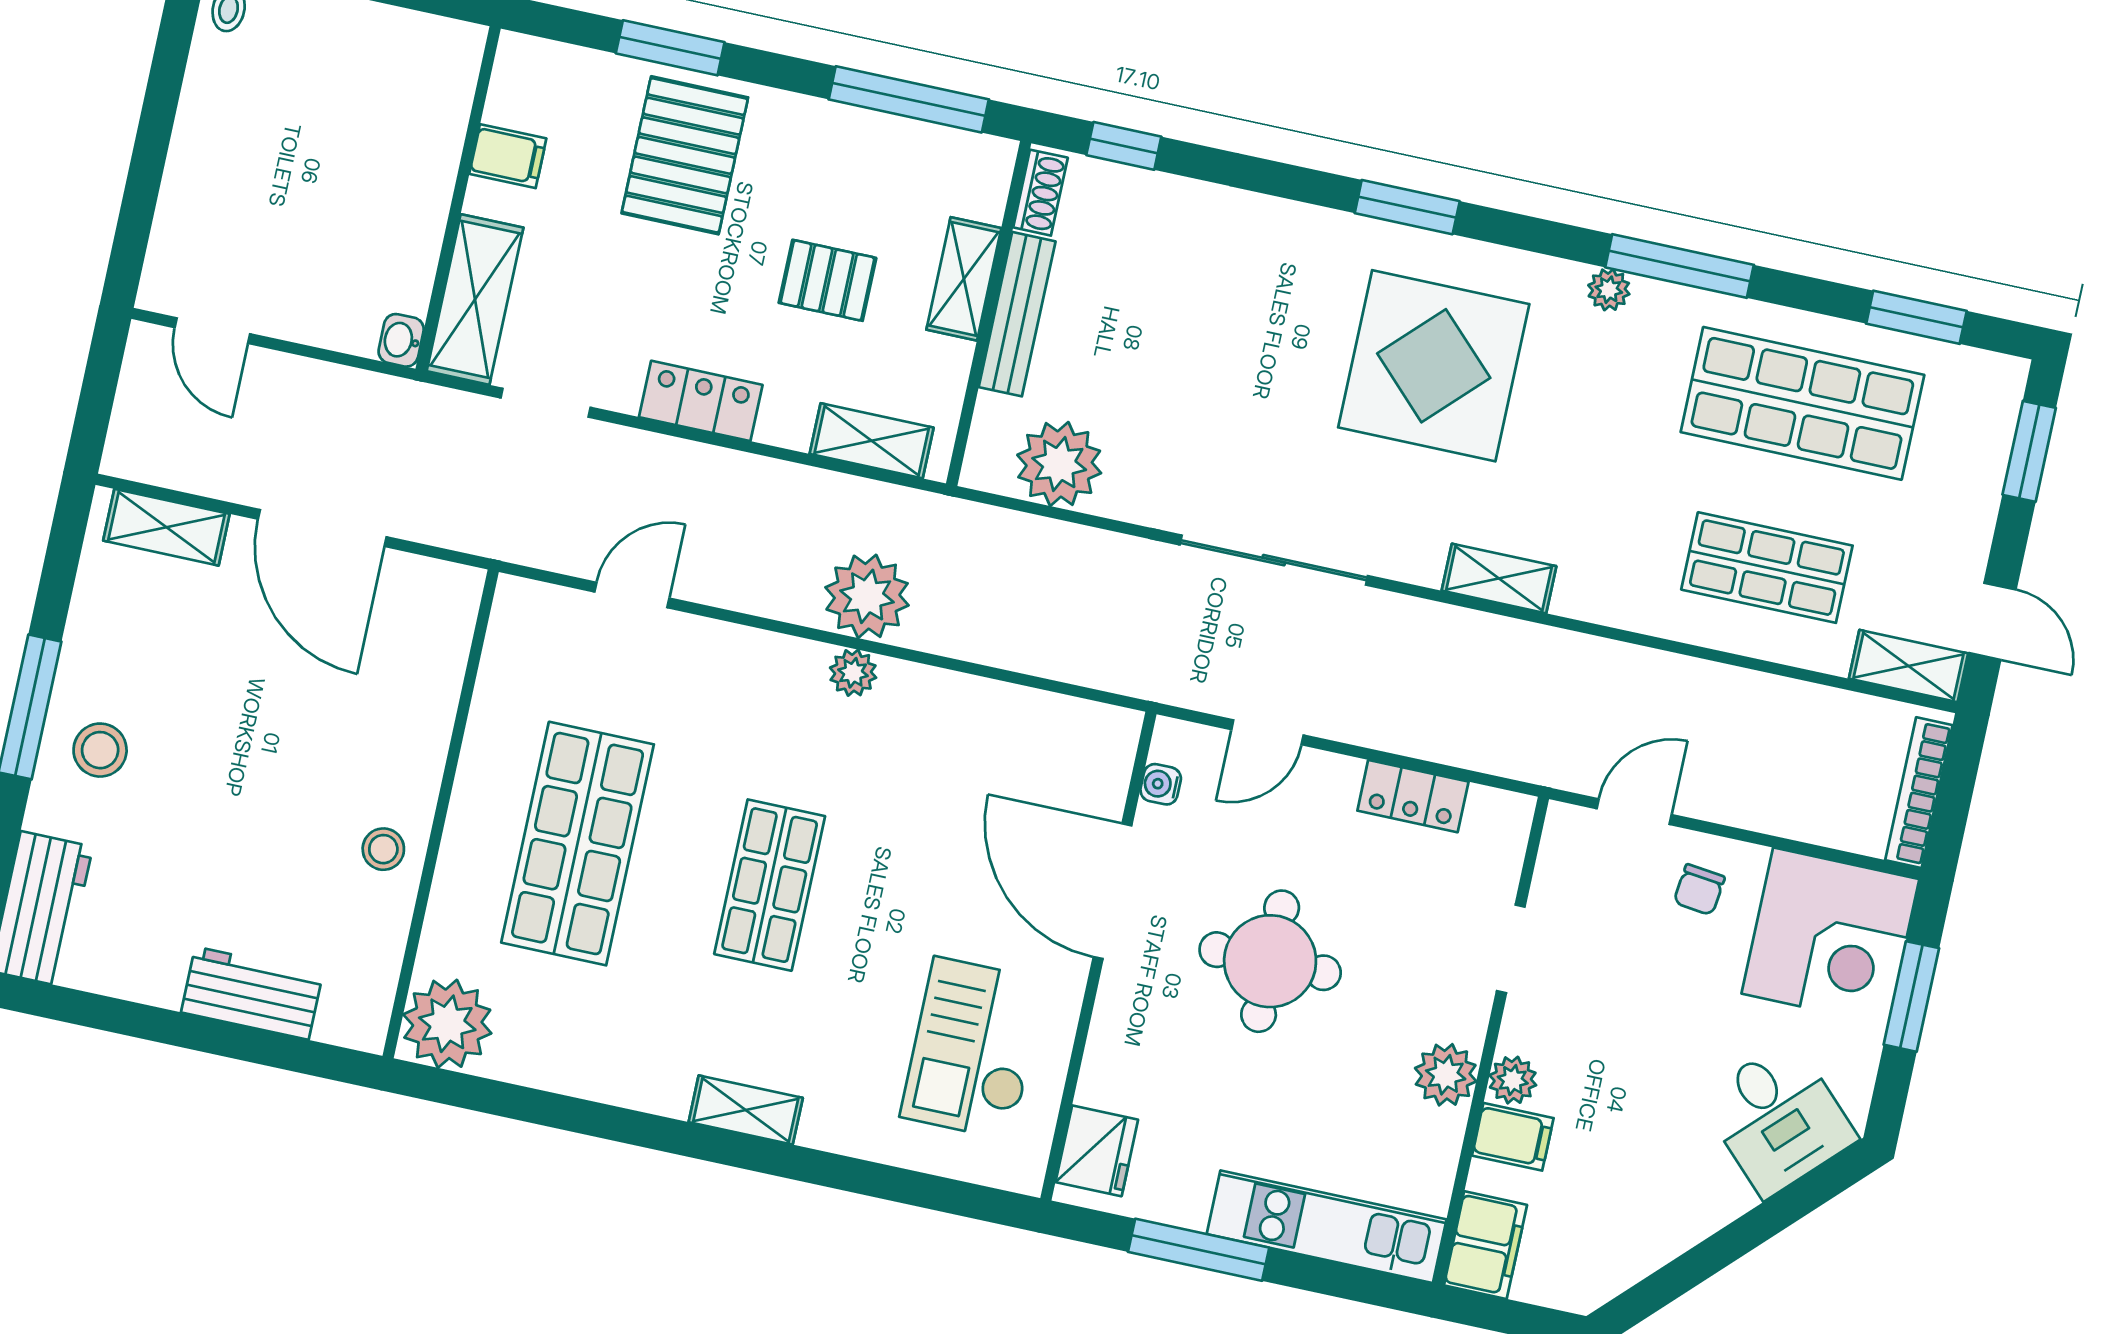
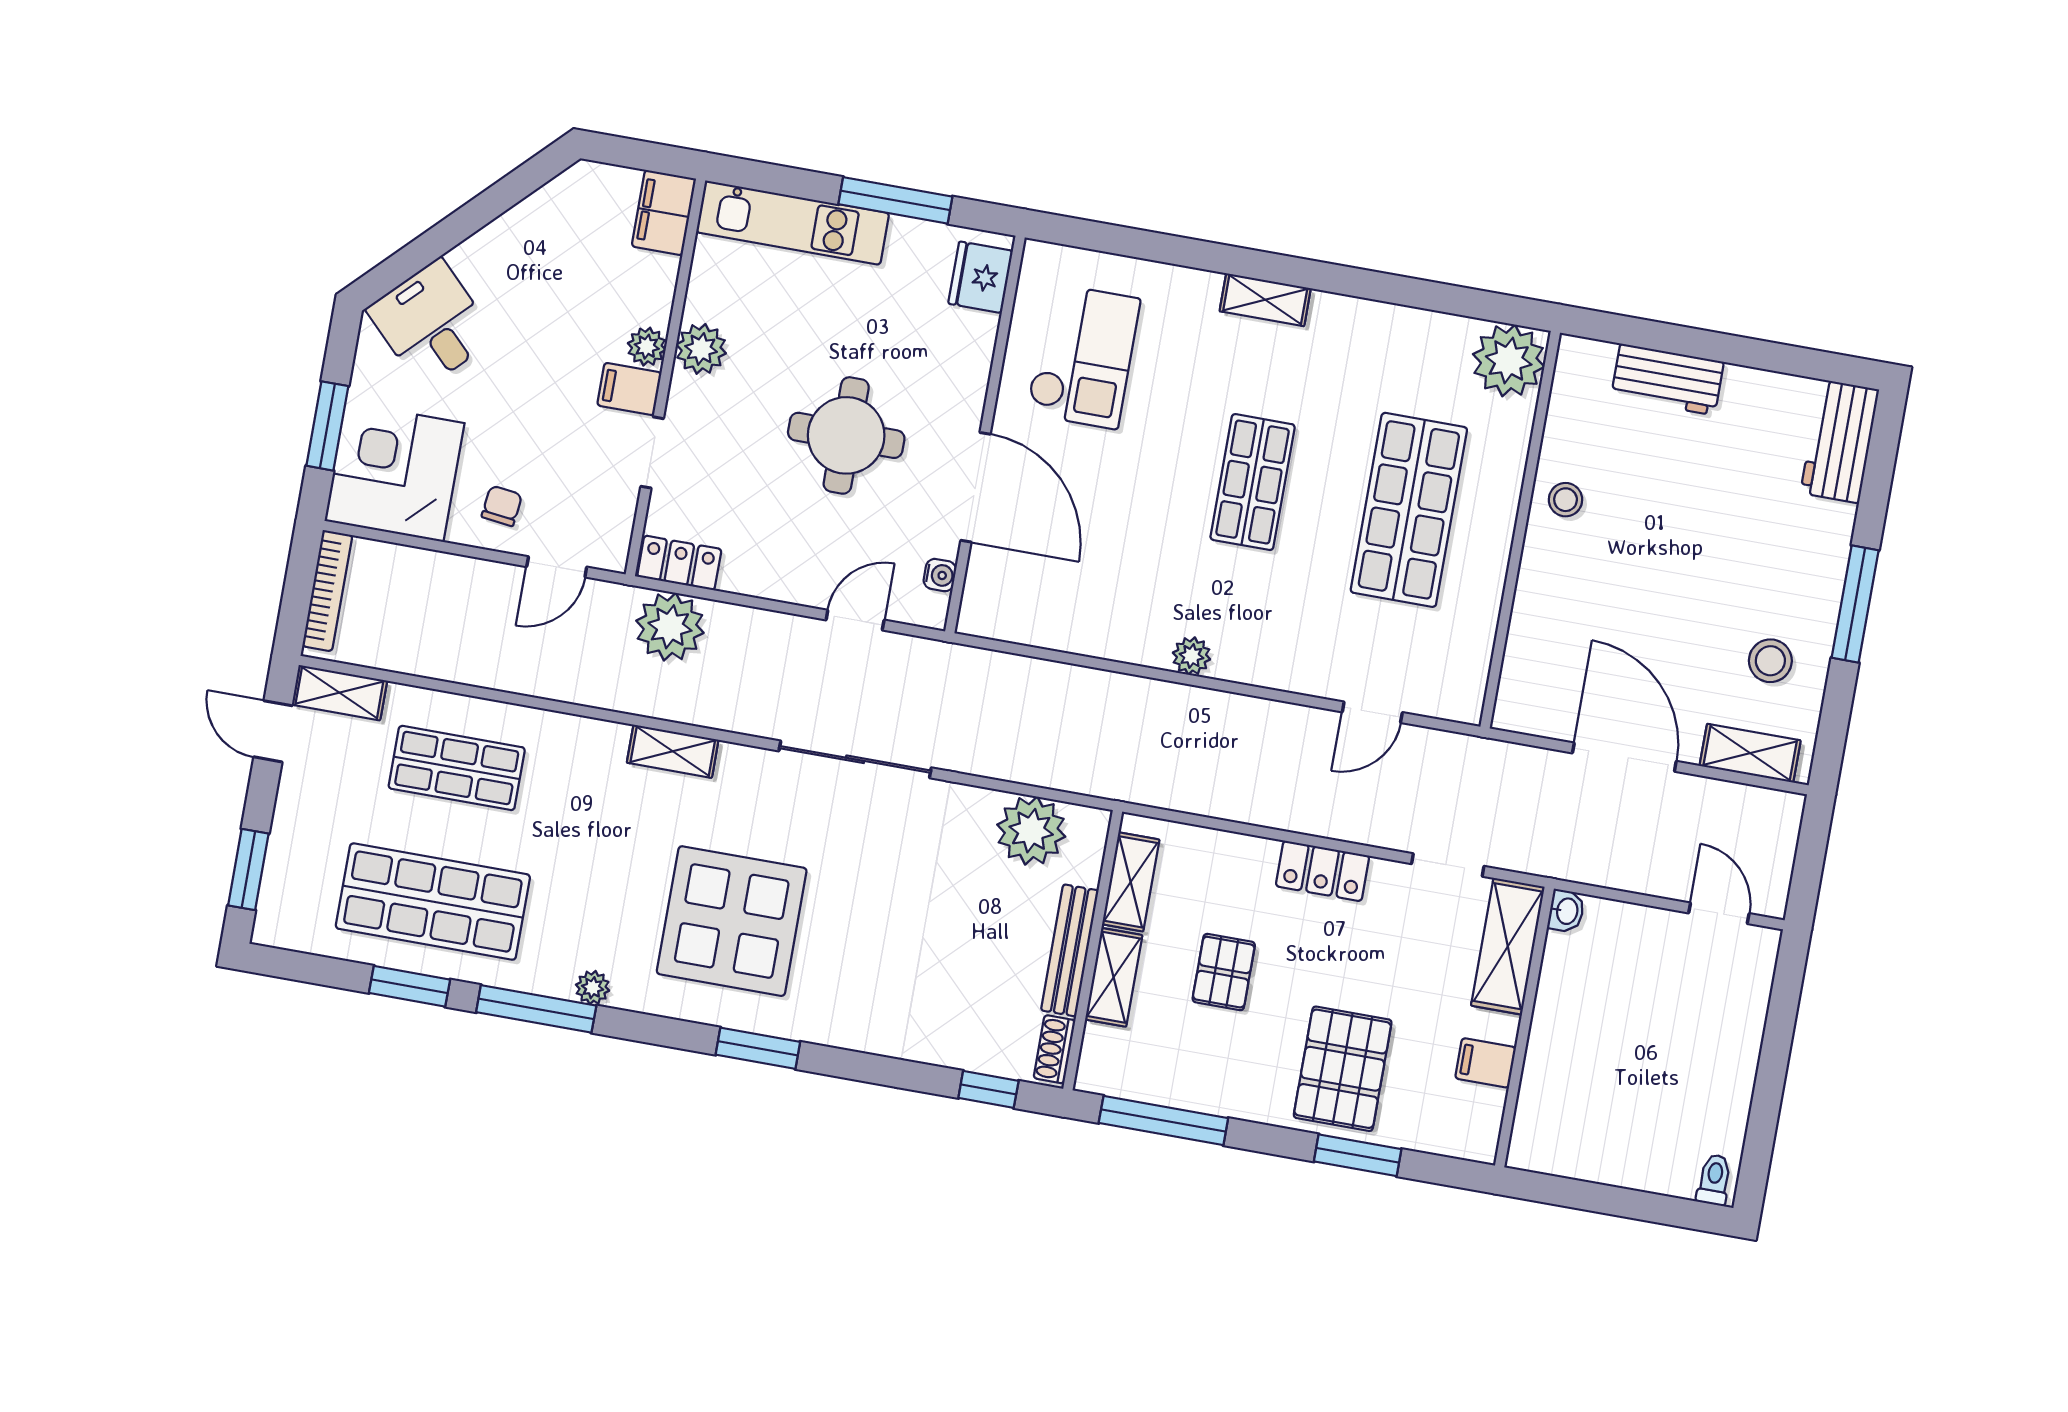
pallet: (827, 280) -> (1224, 972), turned 90
window: (1916, 317) -> (410, 986), moved
shelving: (872, 441) -> (1131, 882), moved, turned 90
plant: (867, 596) -> (670, 627), moved
stool: (100, 750) -> (1770, 661), moved
locker: (1413, 796) -> (679, 563), moved
filing cabinet: (1513, 1137) -> (629, 389), moved

